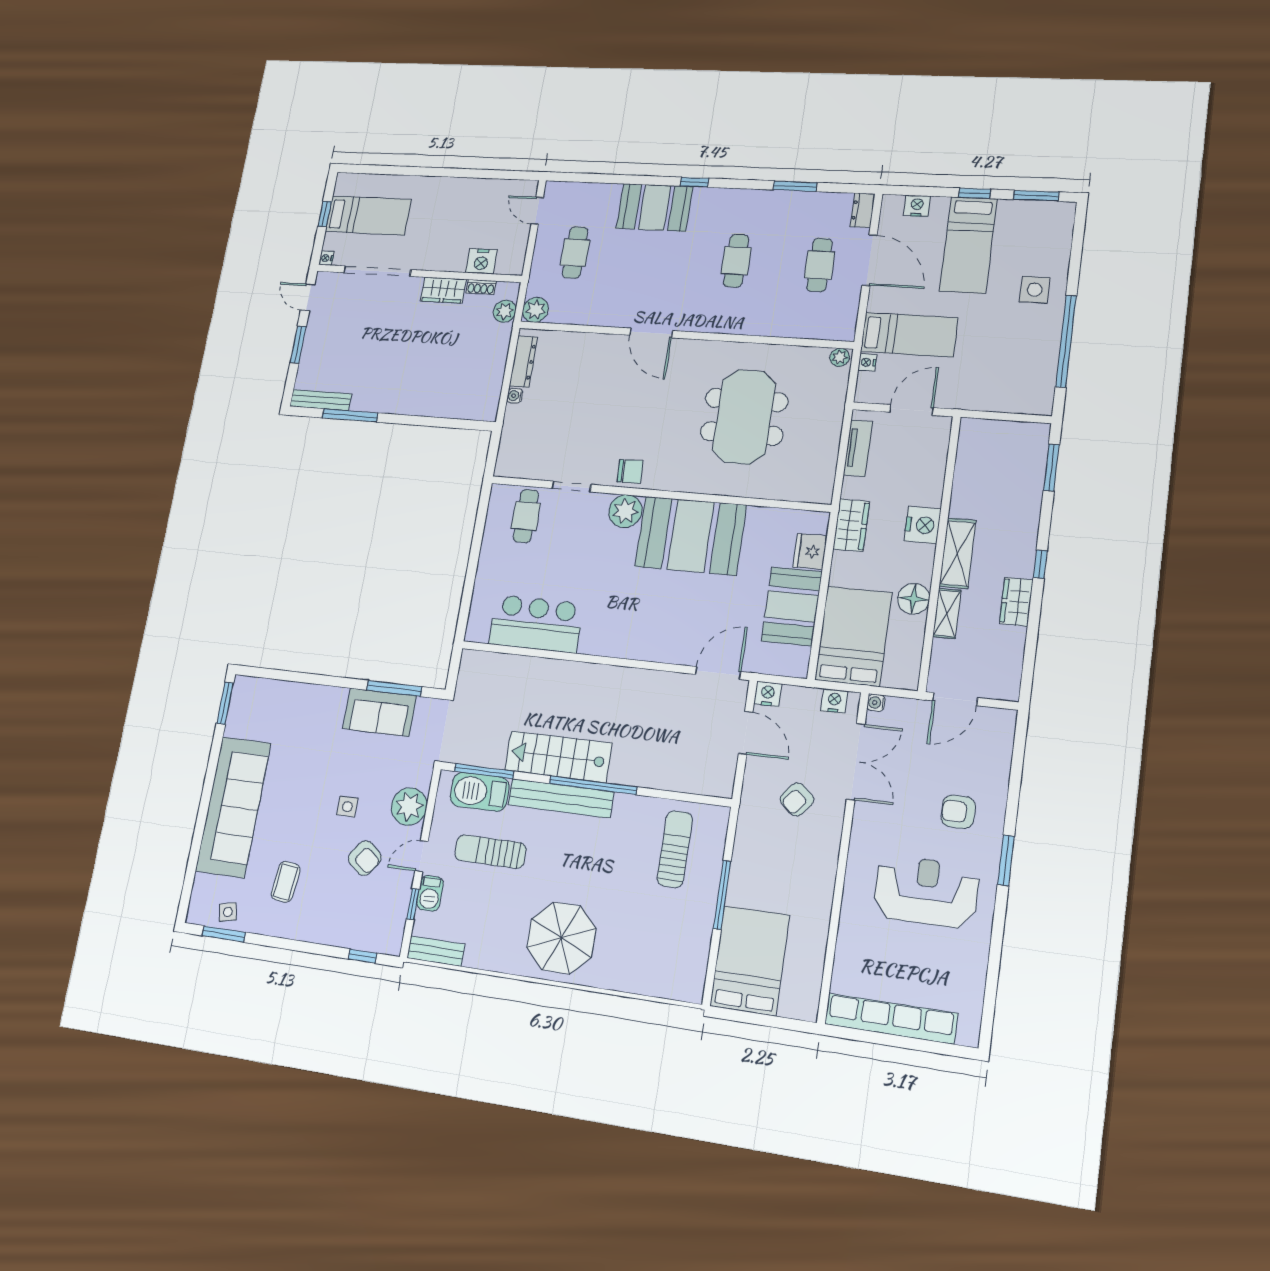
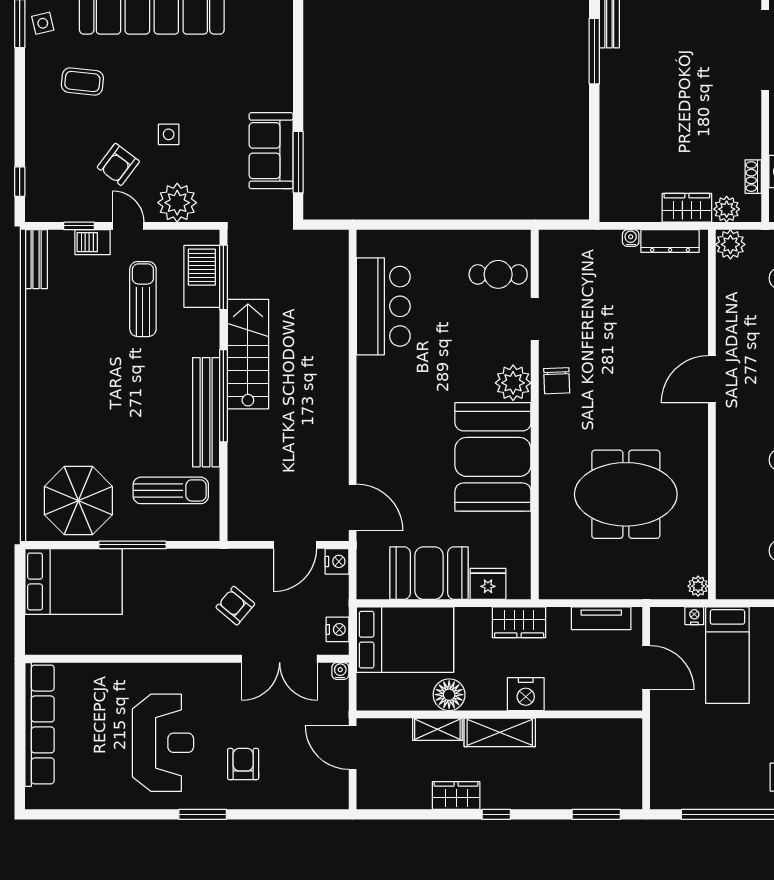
wardrobe: (443, 290) -> (687, 208), moved, turned 90
bench: (561, 798) -> (206, 412), moved
parasol: (561, 938) -> (78, 501), moved

